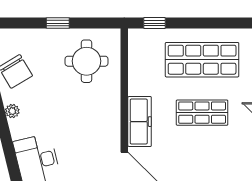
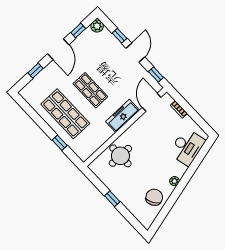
window: (154, 23) -> (60, 143), moved
round table: (87, 61) -> (120, 156), moved

